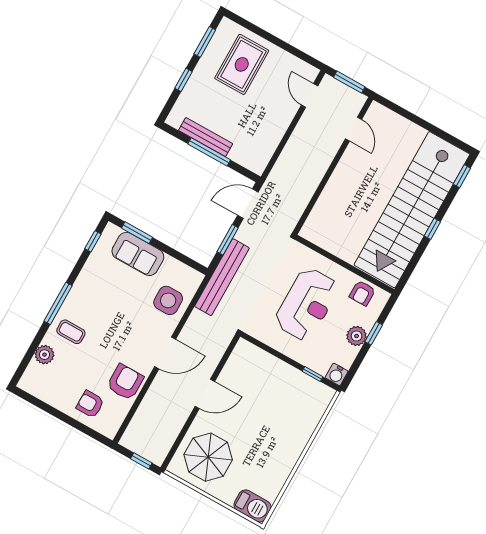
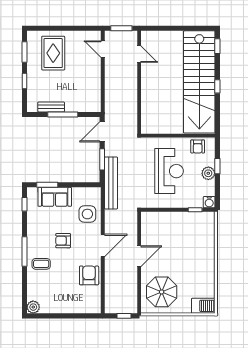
bench: (206, 137) -> (51, 107), width x0.73
plant: (44, 355) -> (33, 307), moved
armchair: (90, 404) -> (63, 241), moved

